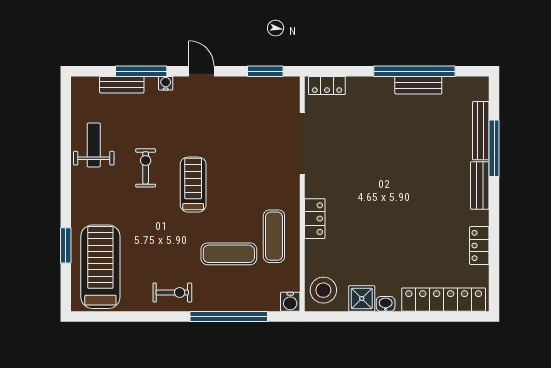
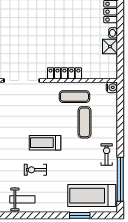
weight bench: (94, 145) -> (22, 199), turned 180
locker: (315, 219) -> (64, 73), width x1.53
stool: (323, 290) -> (105, 68), removed
window: (229, 316) -> (120, 179), moved

